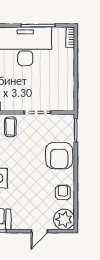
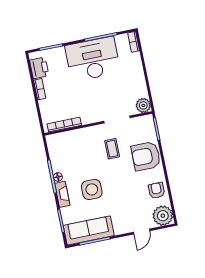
plant: (67, 104) -> (143, 105), added
coffee table: (10, 127) -> (112, 149), moved
armchair: (59, 156) -> (146, 156), turned 90

